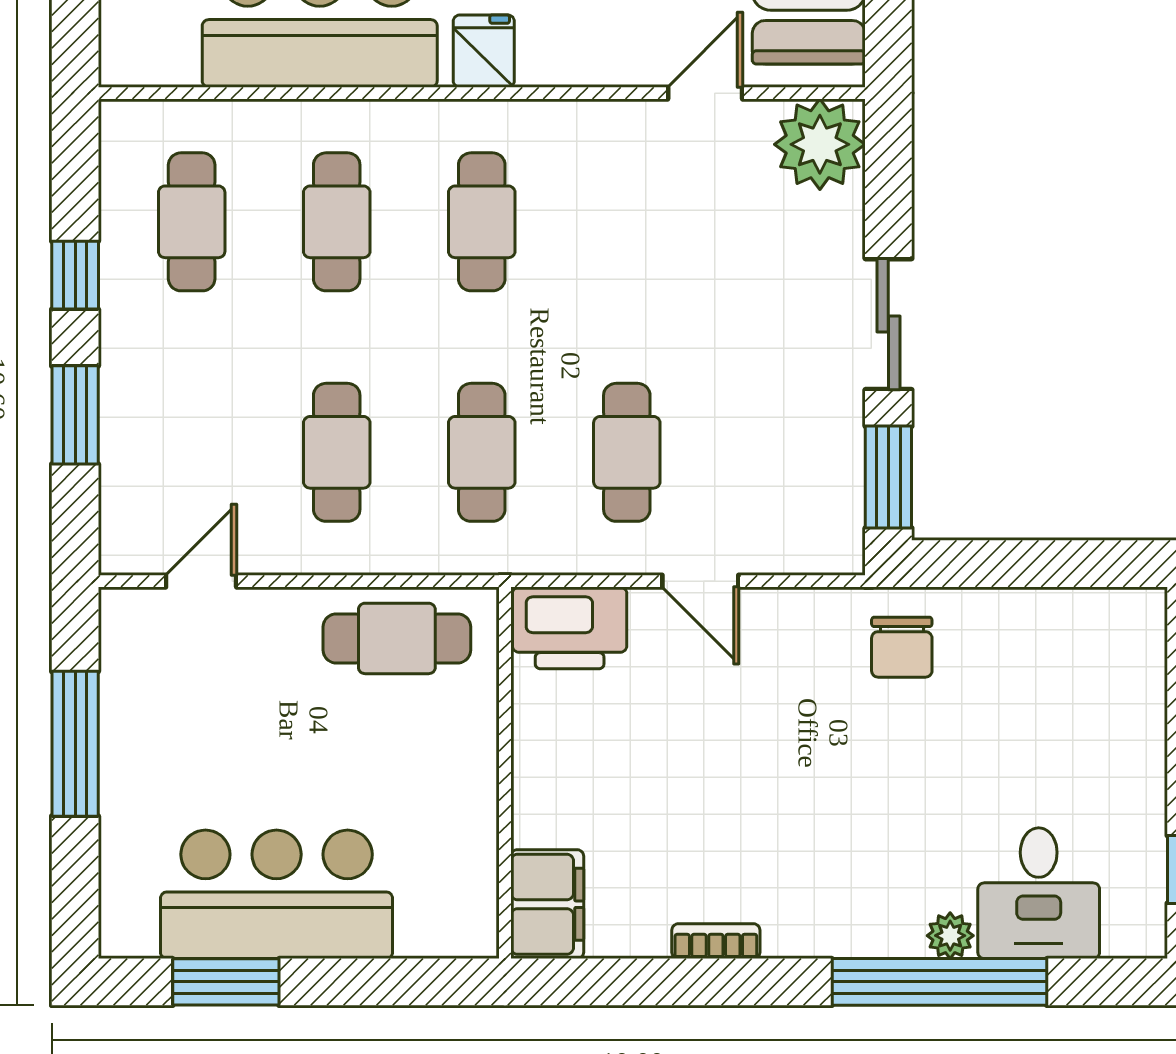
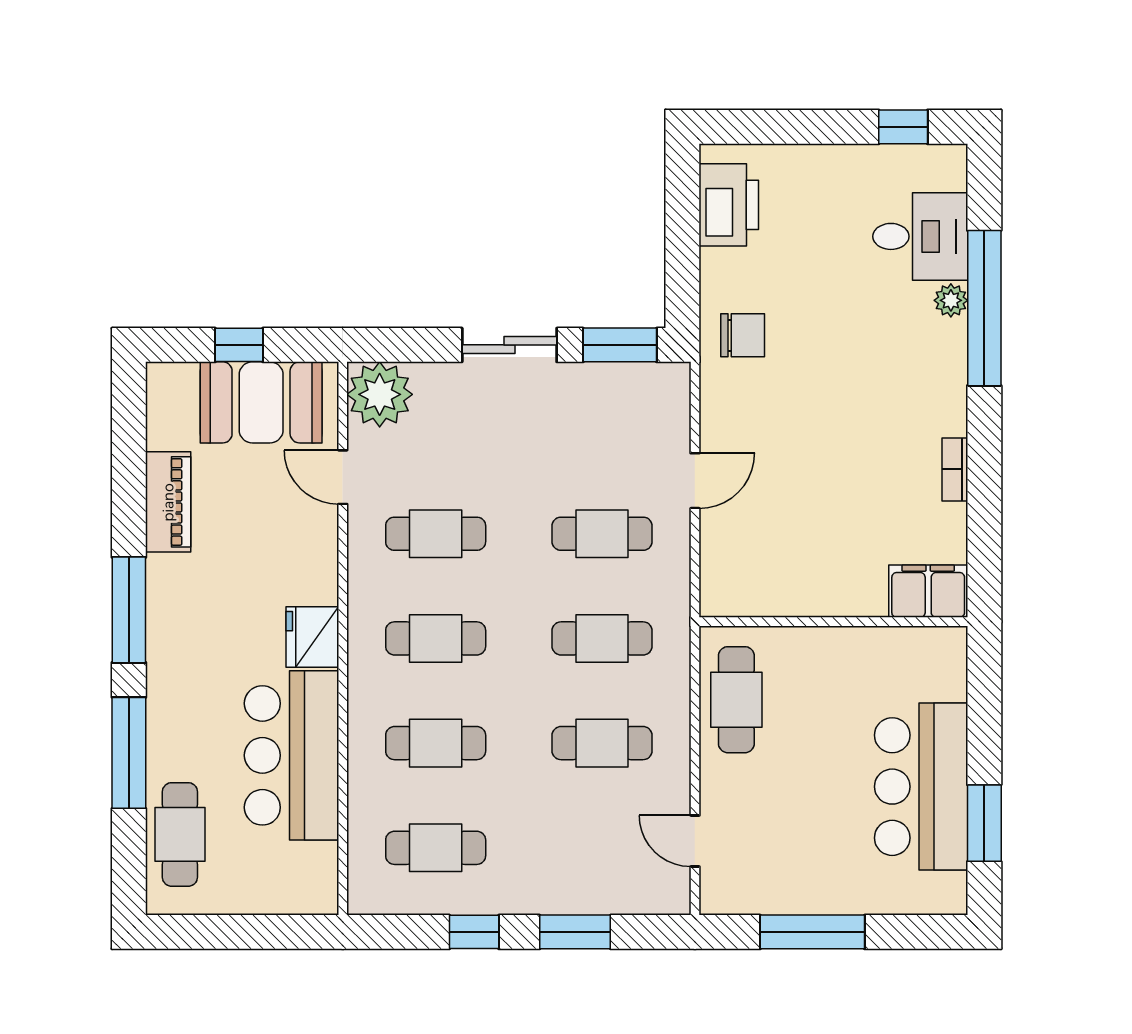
fridge: (484, 51) -> (312, 637), width x1.38
cafe table: (627, 222) -> (436, 534), added
printer: (570, 628) -> (729, 205), moved

